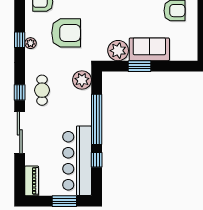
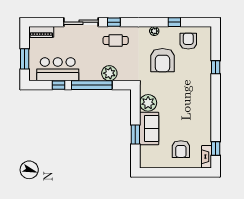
window: (20, 40) -> (174, 22), moved
window: (139, 66) -> (135, 134), moved
plant: (82, 80) -> (109, 73), moved
bar counter: (77, 161) -> (58, 69), width x0.73

